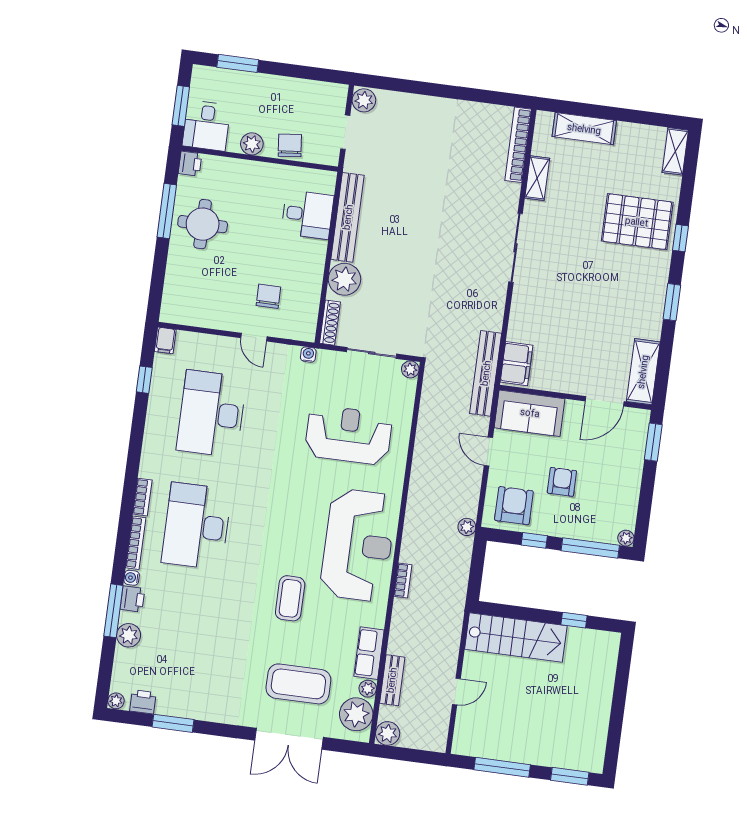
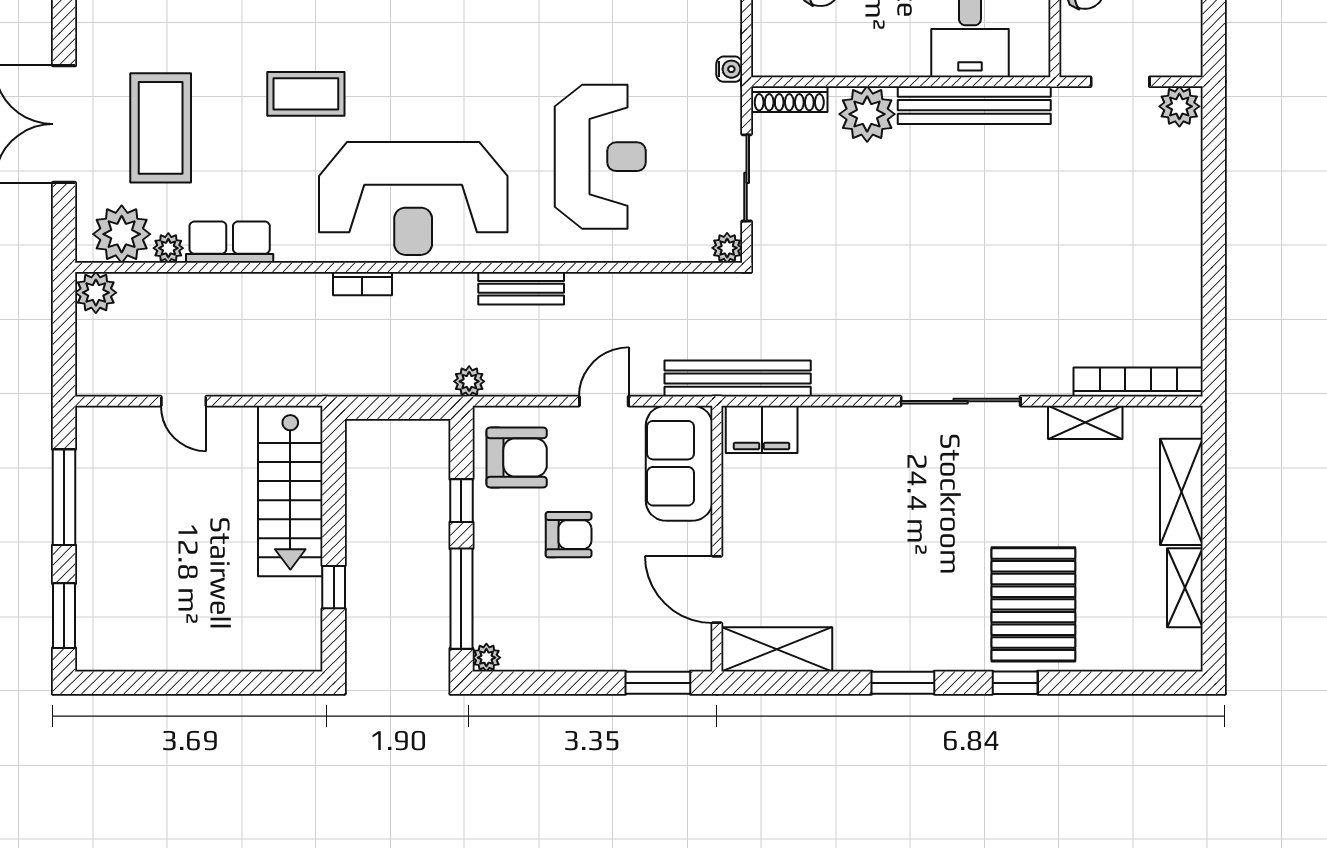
shelving: (675, 151) -> (1185, 588), moved, turned 90
bench: (392, 680) -> (521, 288), moved

